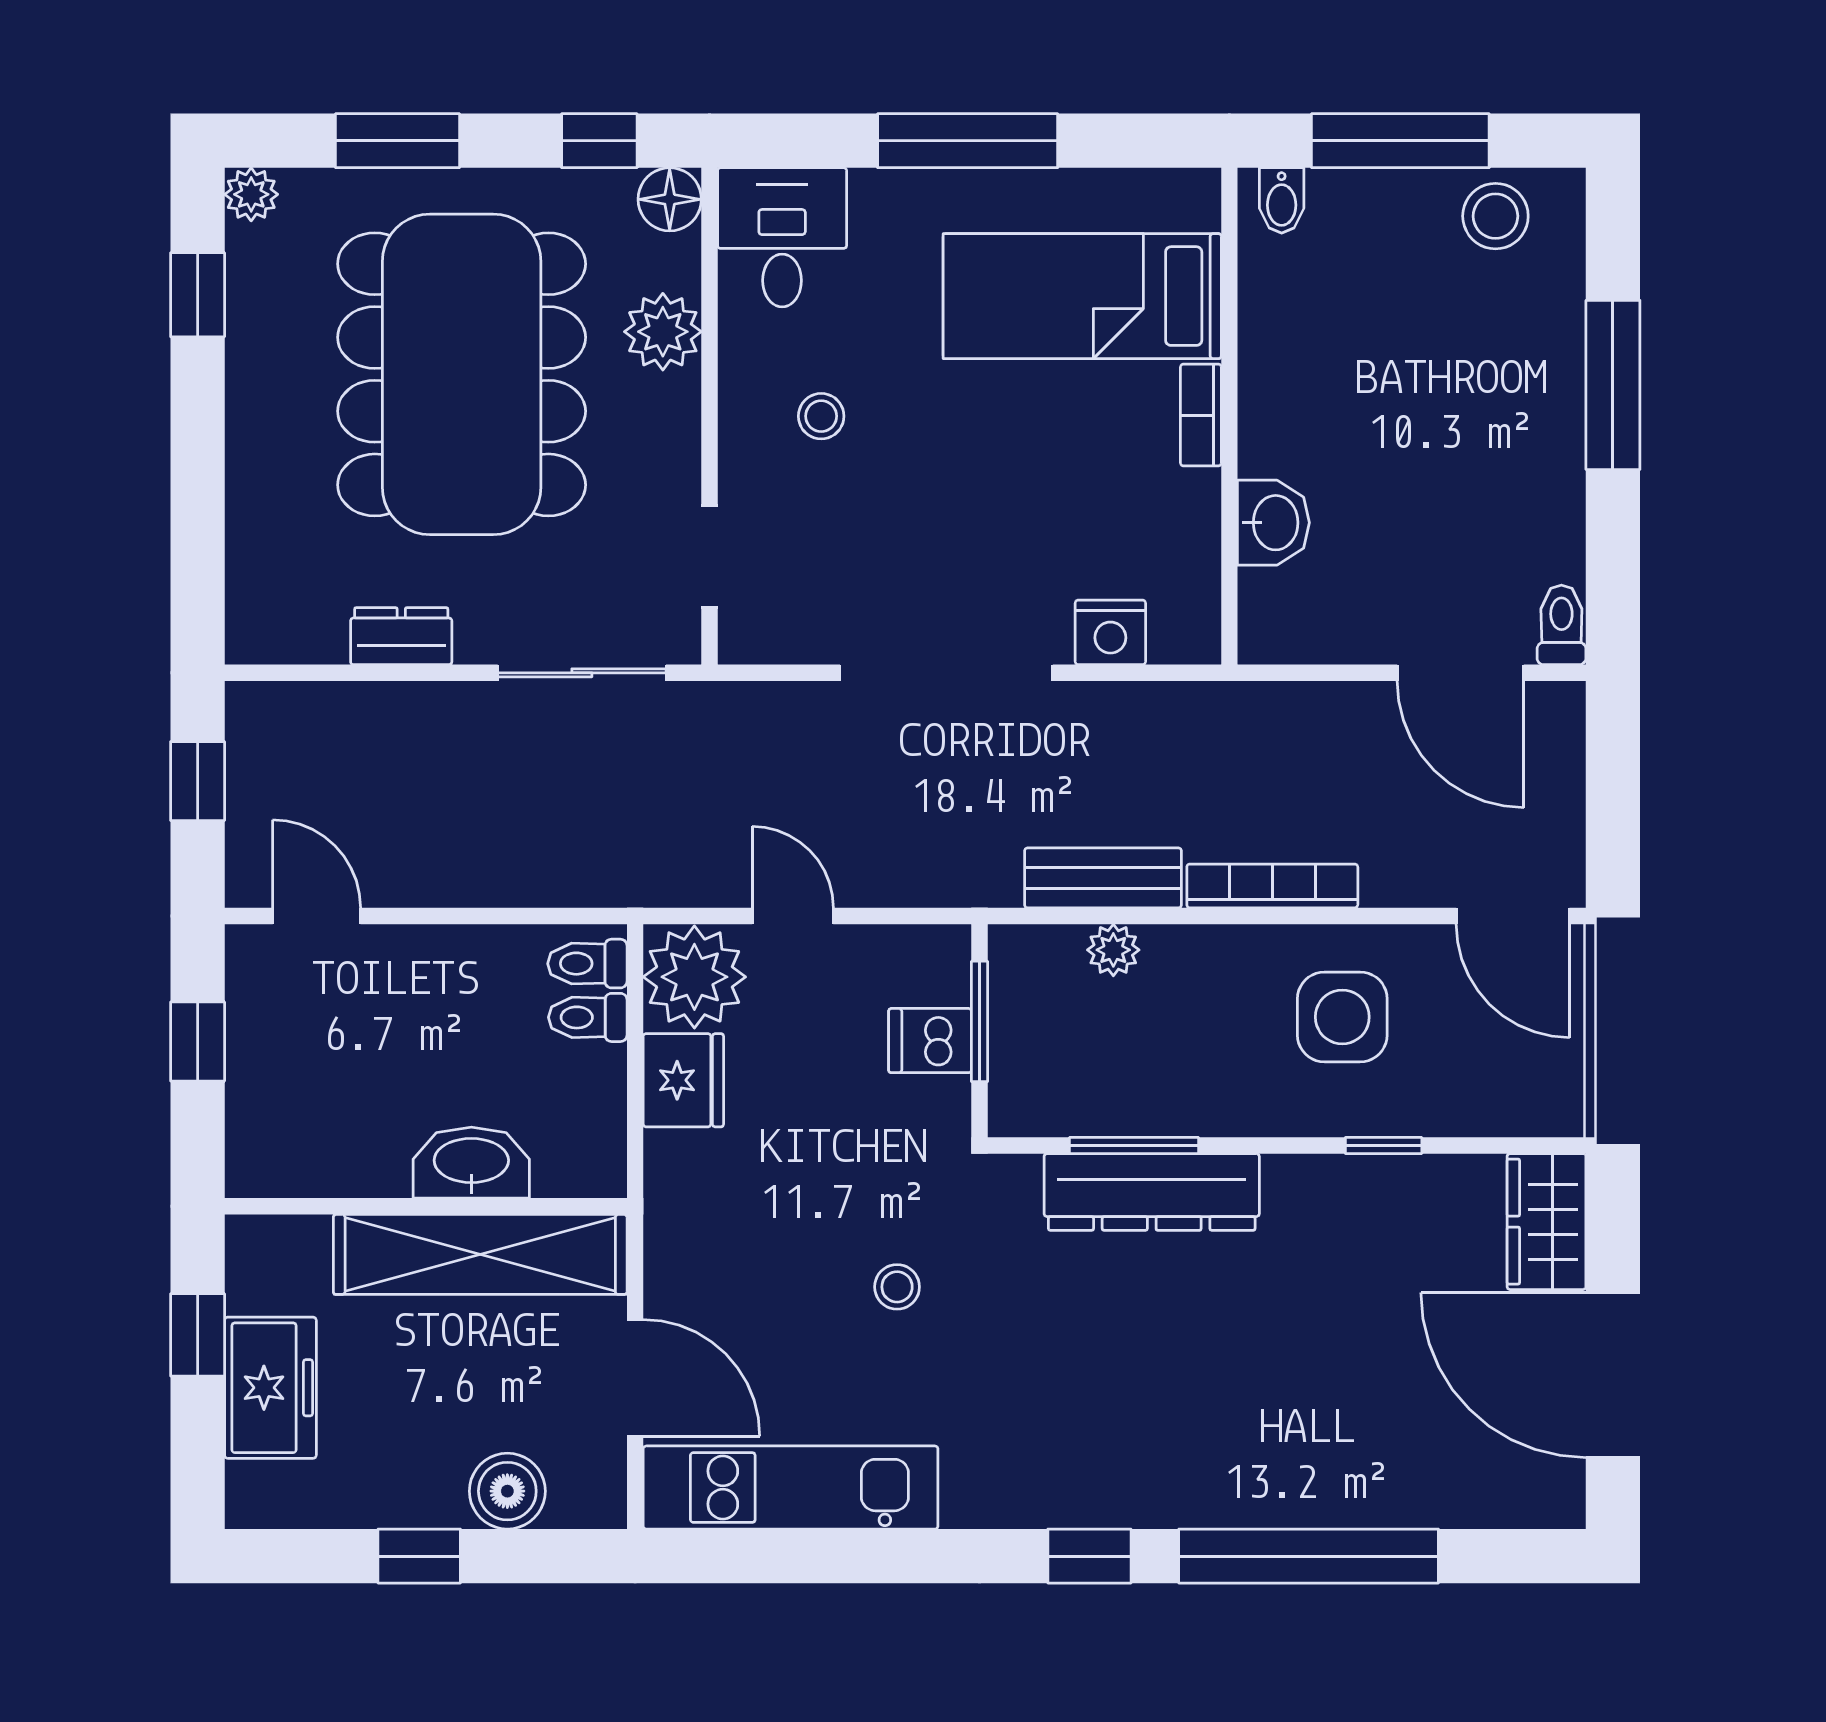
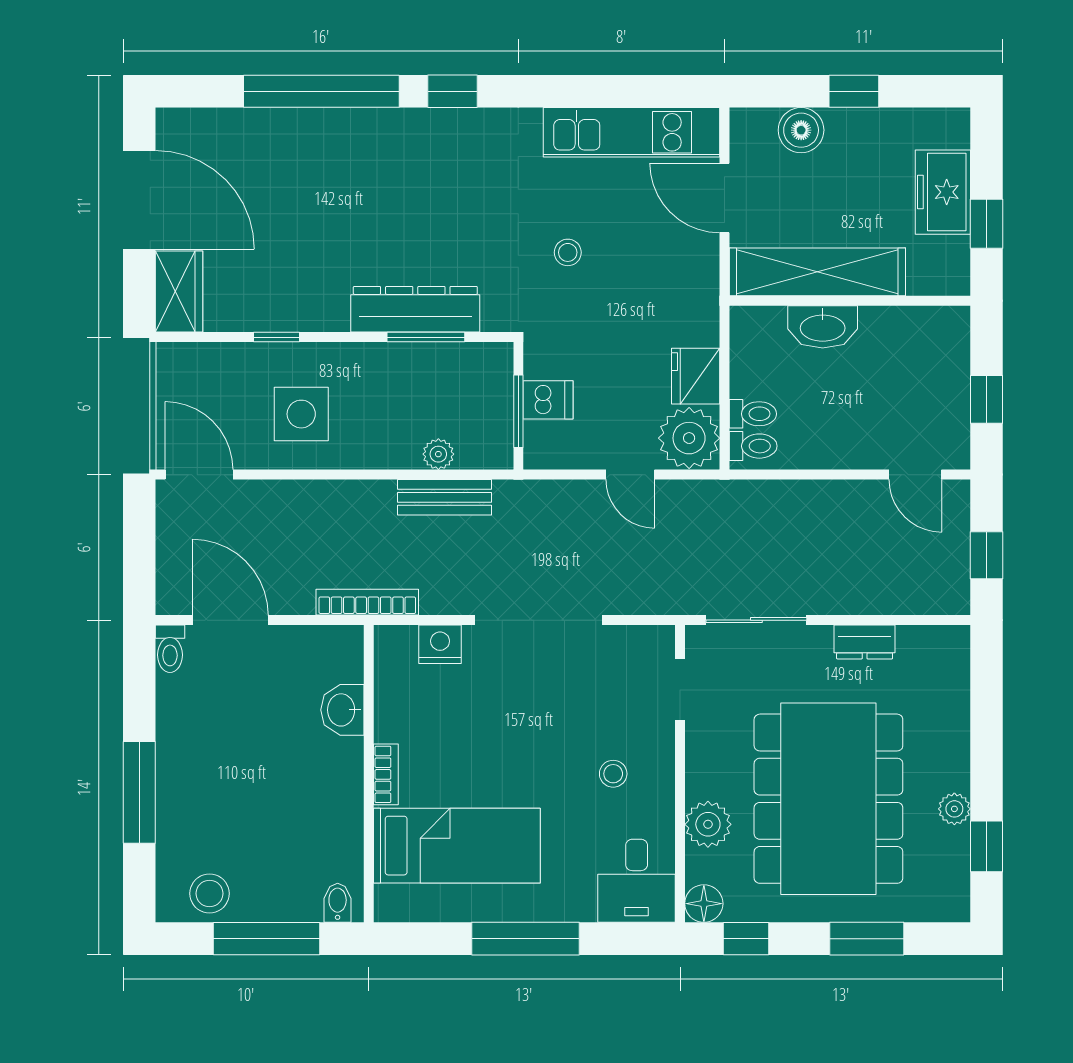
plant: (251, 194) -> (954, 809), moved
bookcase: (1272, 886) -> (367, 602), moved, turned 180

